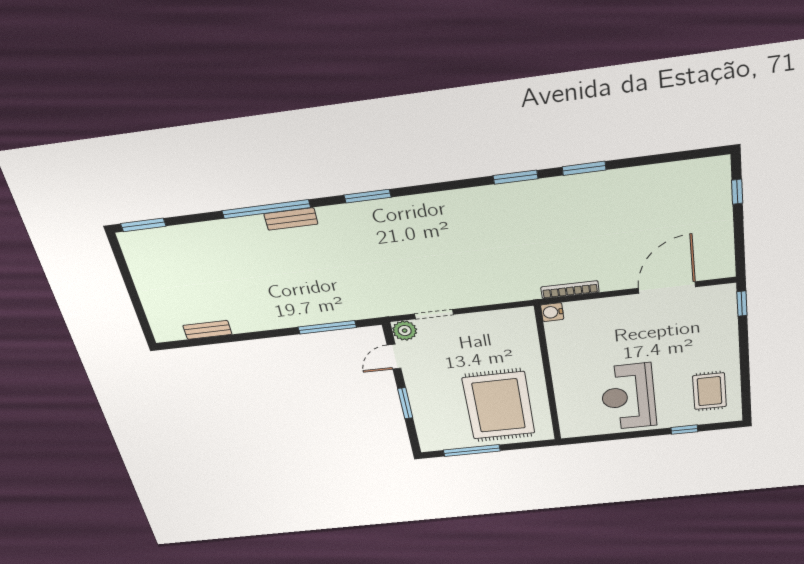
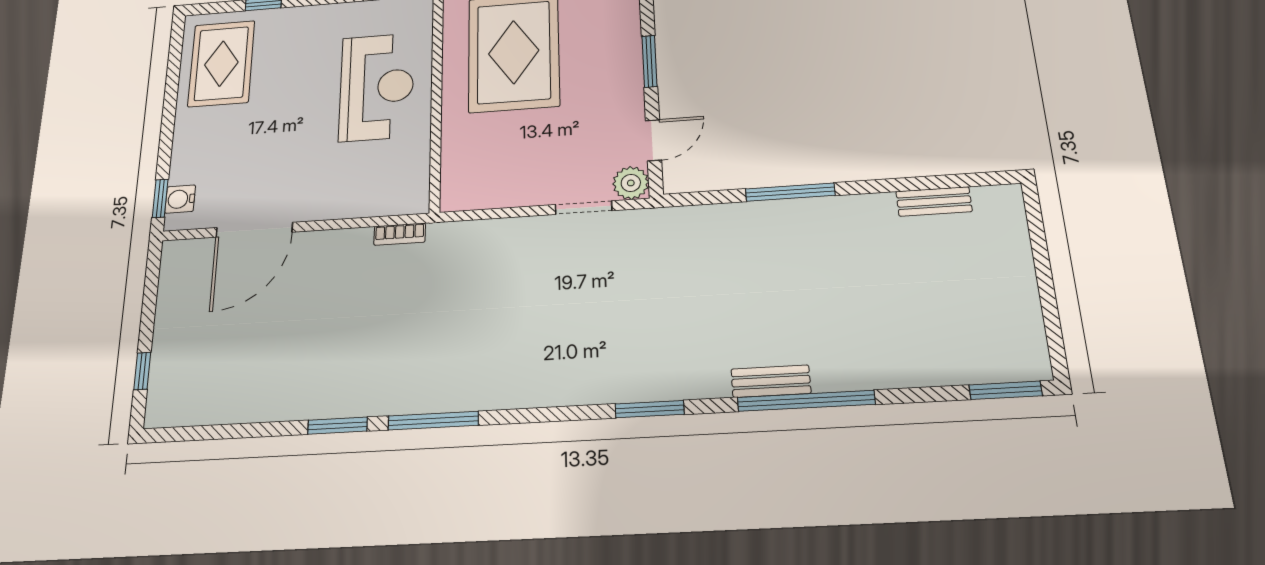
window: (515, 177) -> (433, 421), width x1.44
bookcase: (570, 290) -> (400, 234), width x0.64
water cooler: (552, 312) -> (180, 199), moved, turned 180
window: (327, 327) -> (790, 192), moved
rug: (710, 391) -> (221, 63), width x1.36, depth x1.43
reception desk: (628, 397) -> (377, 87), moved

